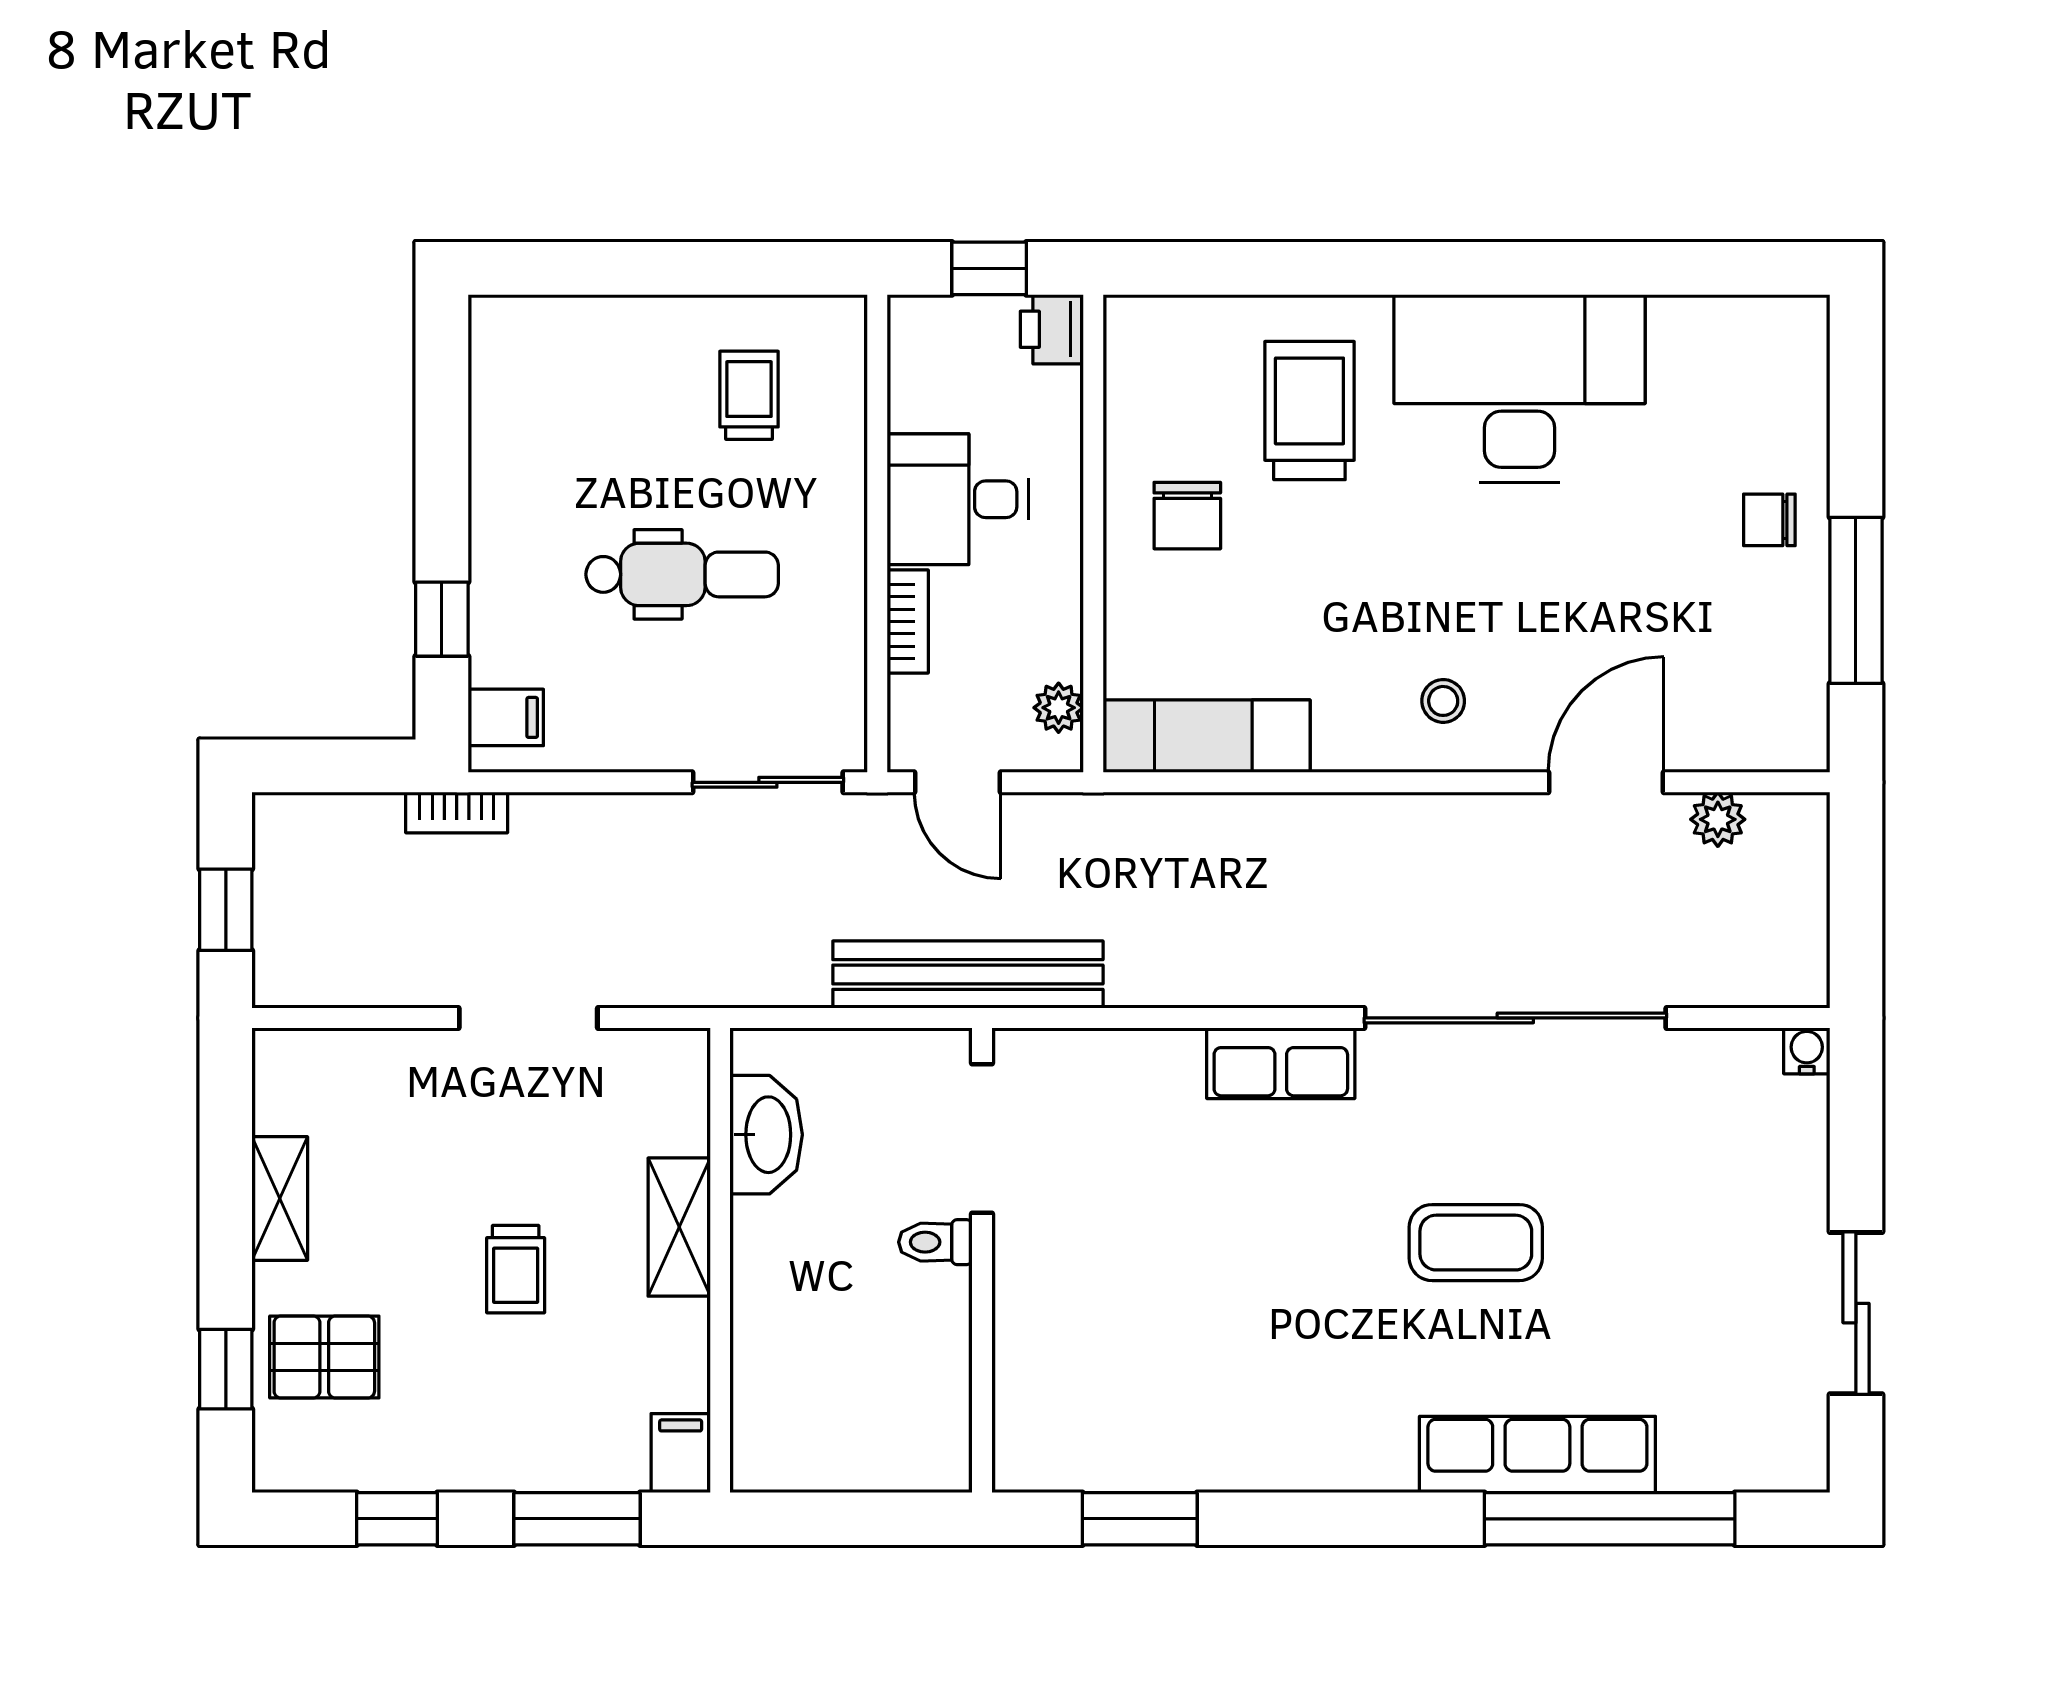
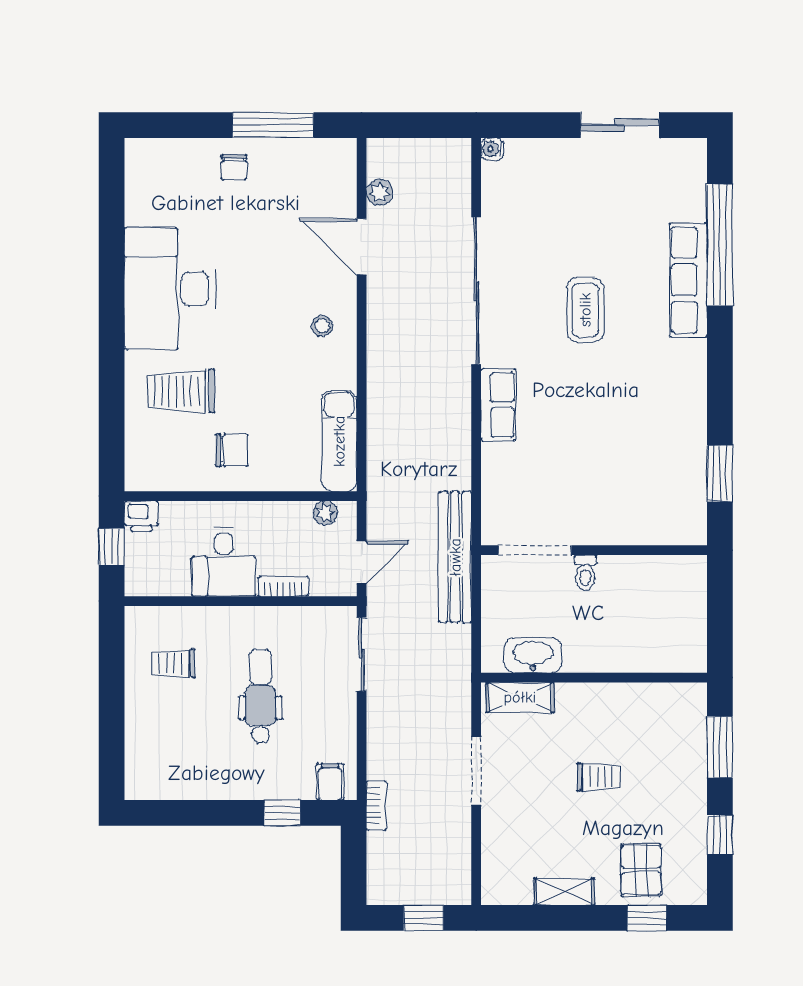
shelving: (679, 1227) -> (520, 697), moved
filing cabinet: (681, 1453) -> (688, 697), removed

